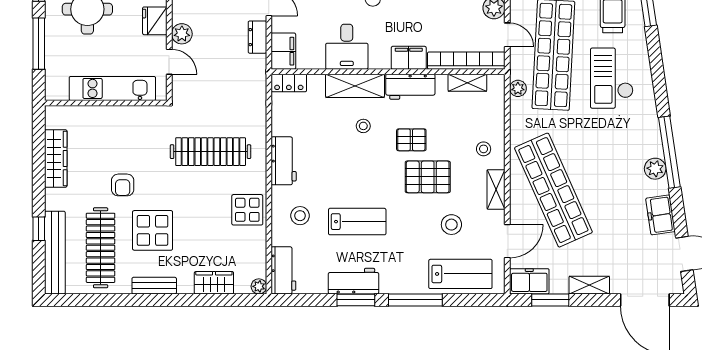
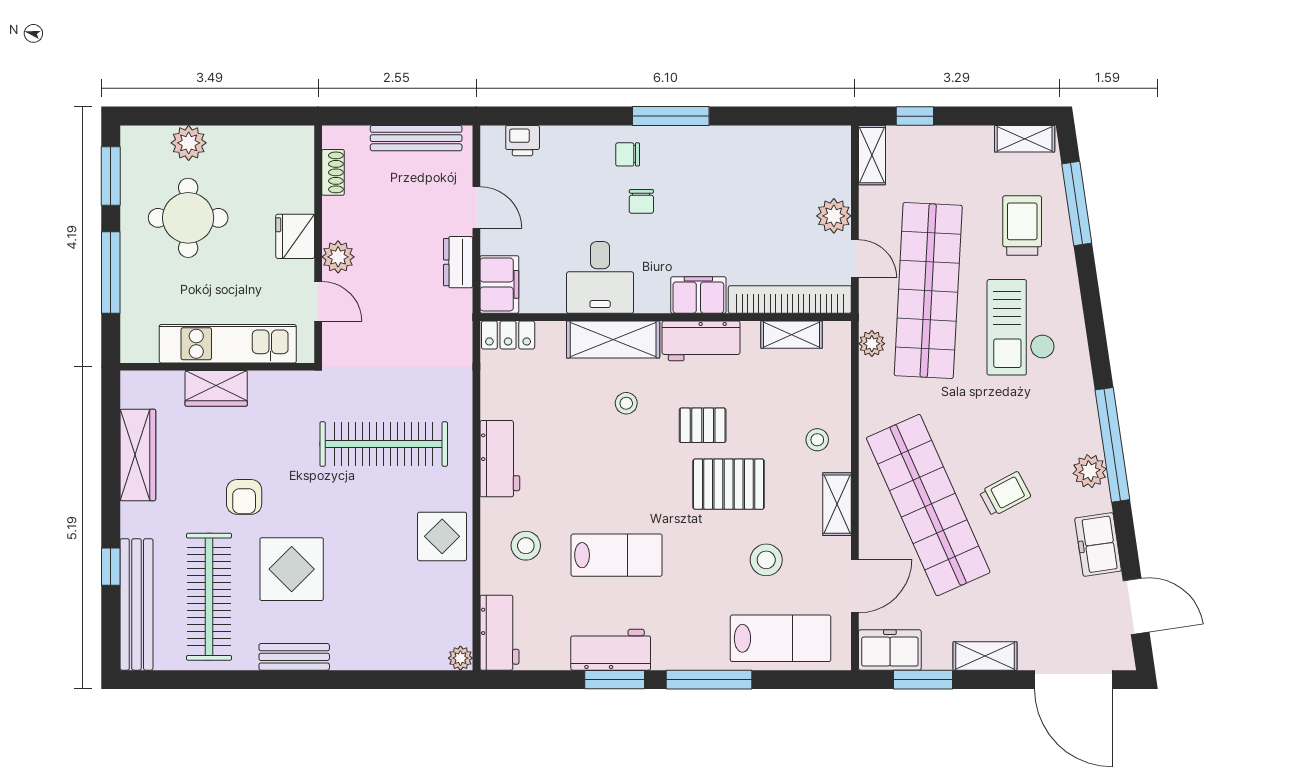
trolley: (602, 183) -> (1005, 494), added
wardrobe: (214, 283) -> (216, 388), moved, turned 180

